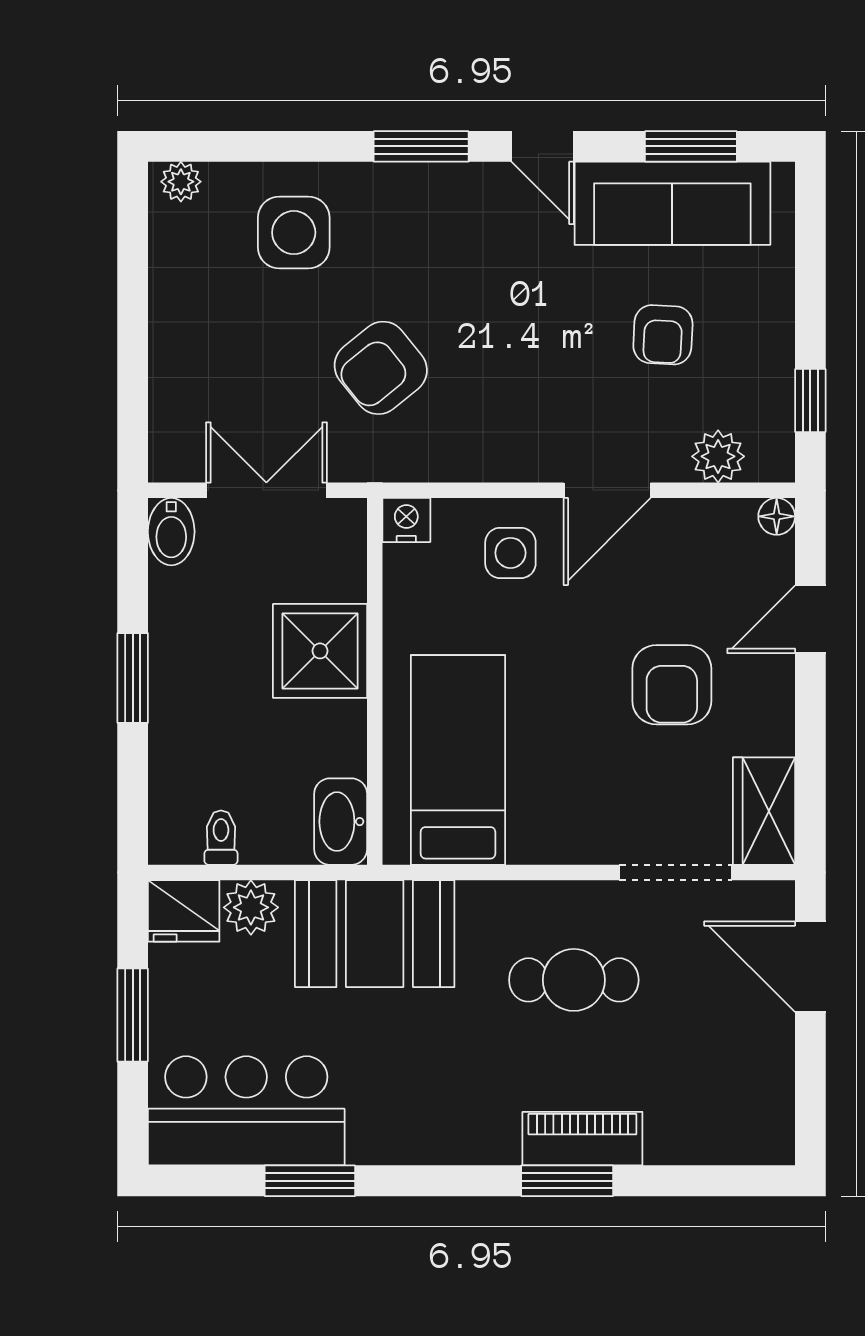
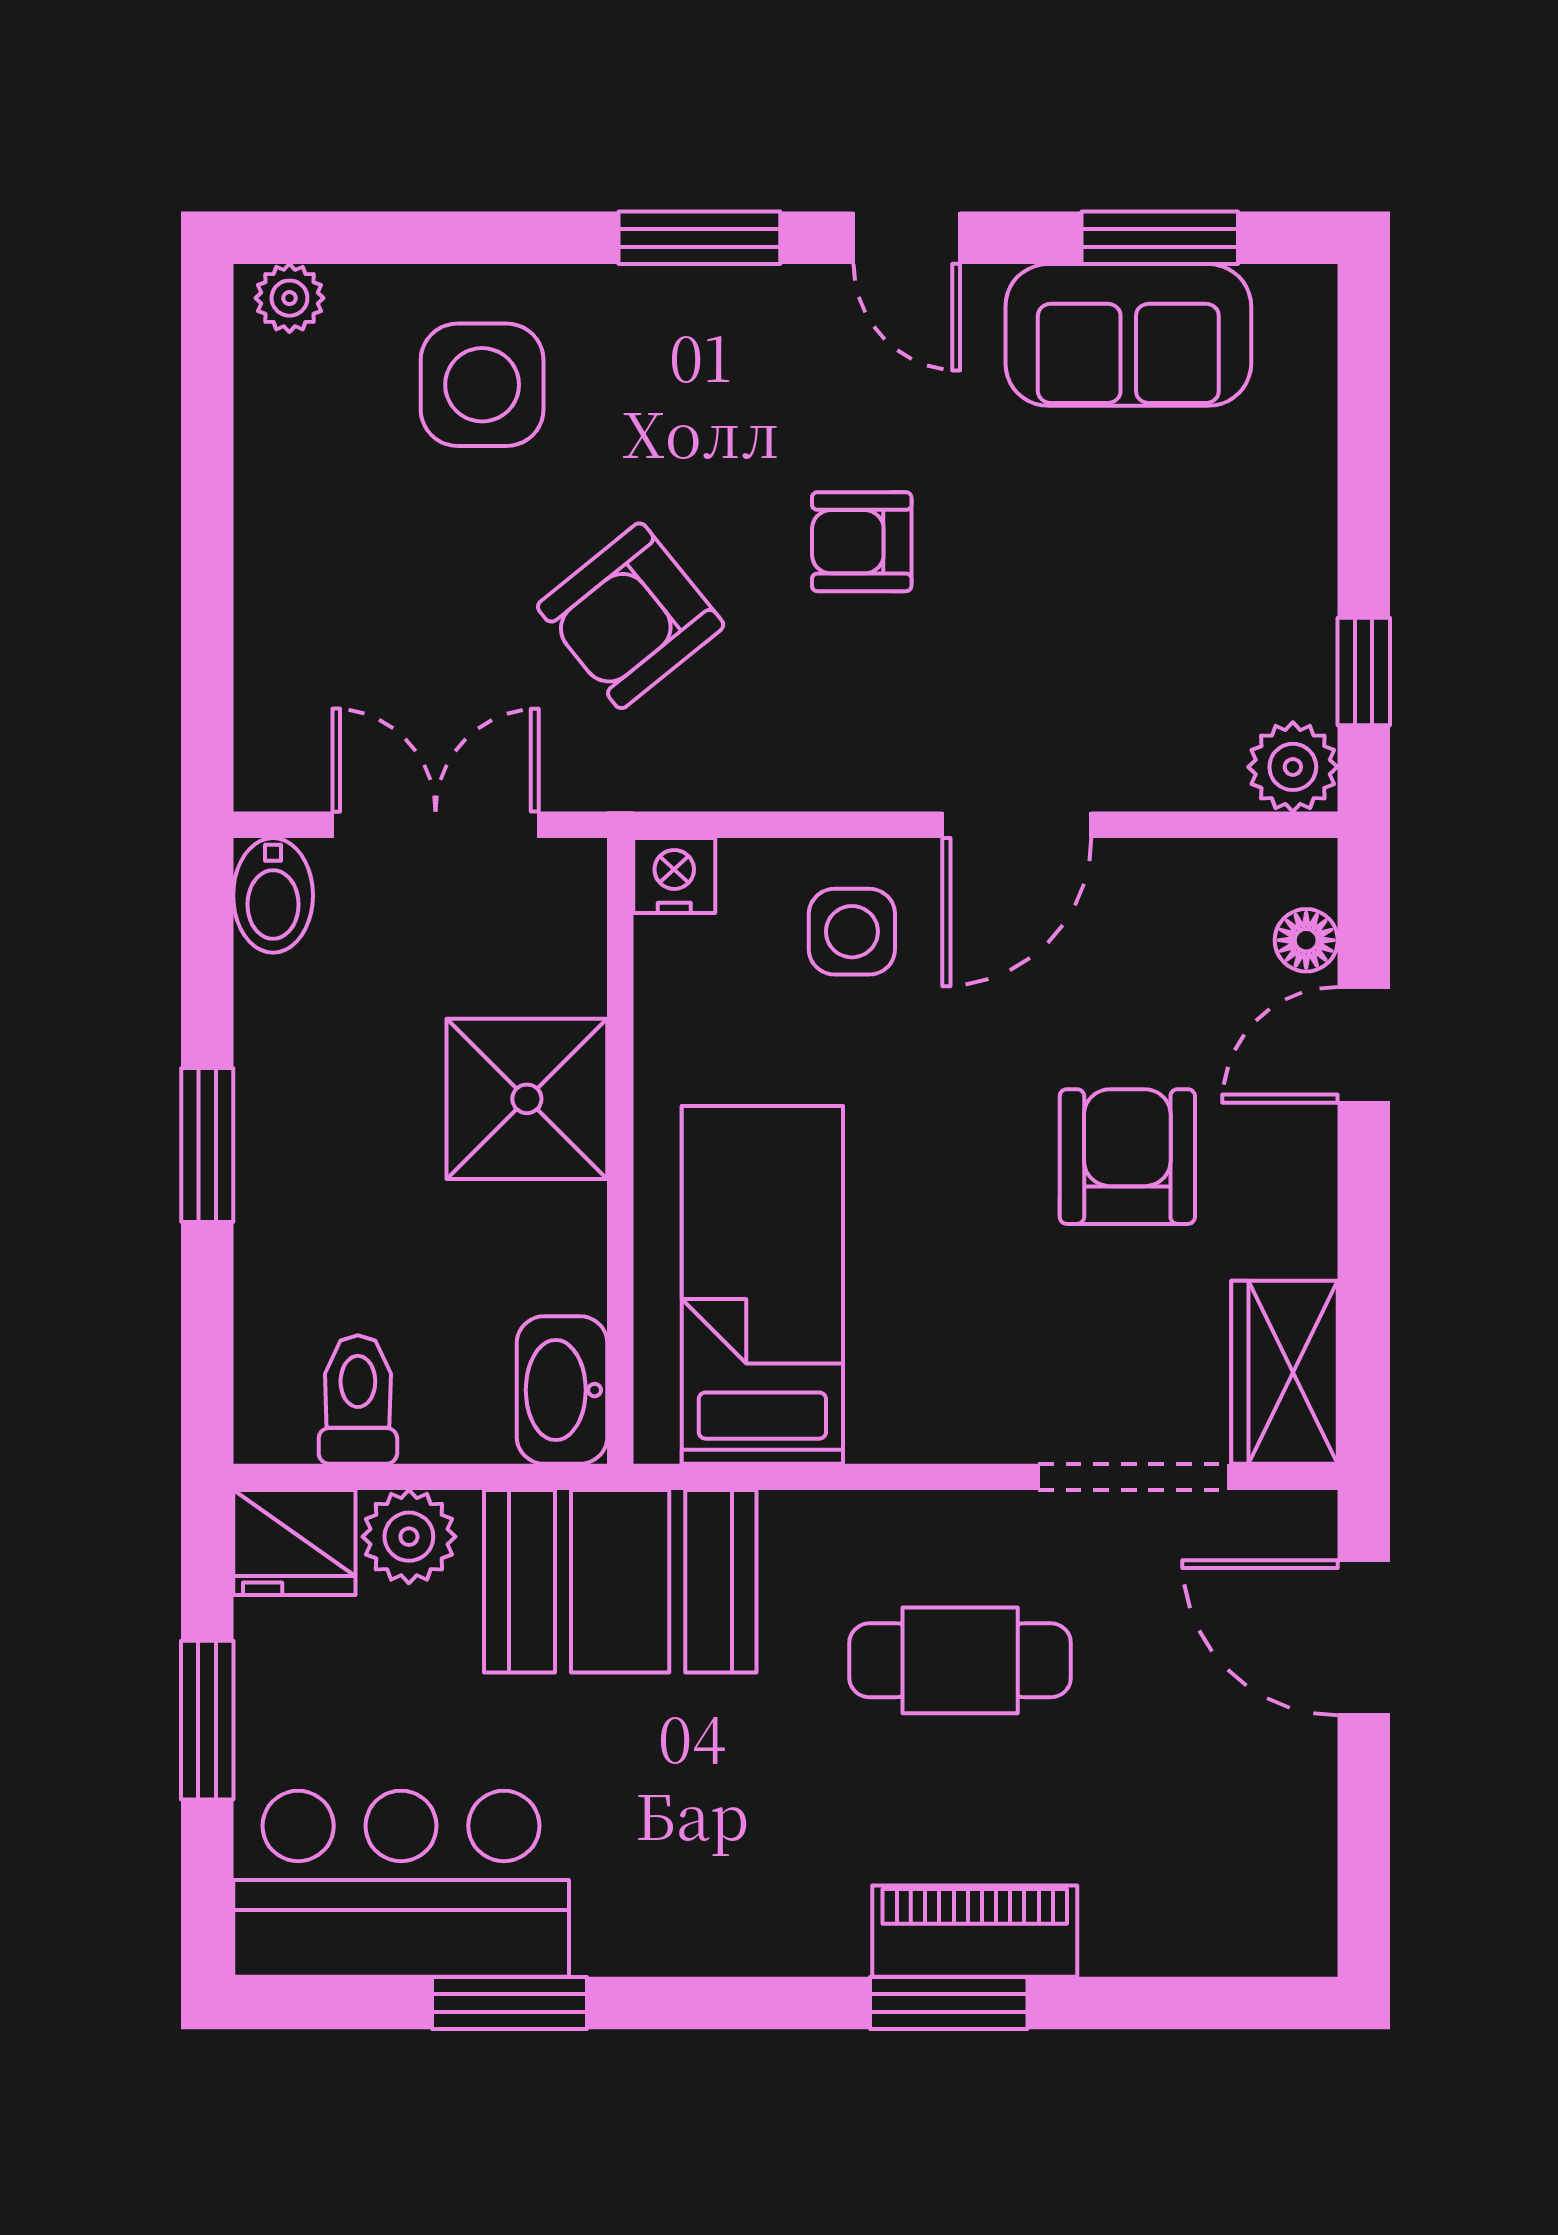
sofa: (672, 203) -> (1128, 335), width x0.73
armchair: (663, 335) -> (862, 542), moved, turned 87
plant: (718, 456) -> (1293, 767), moved
floor lamp: (777, 516) -> (1306, 940), moved
armchair: (672, 685) -> (1127, 1157), turned 180
toilet: (221, 838) -> (358, 1399), width x1.37, depth x1.39

